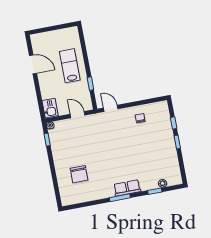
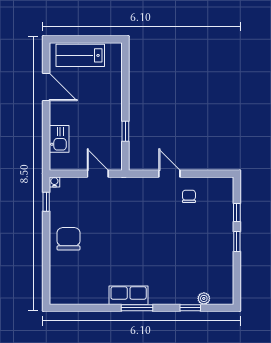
lab bench: (70, 66) -> (80, 55), moved, turned -90
kitchen sink: (50, 108) -> (59, 139), moved
door: (111, 108) -> (169, 174), moved
chair: (79, 174) -> (69, 239), moved, turned 180
row of seats: (127, 188) -> (129, 295), moved

